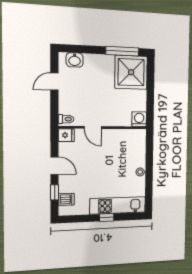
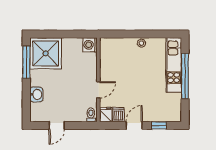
washbasin: (75, 60) -> (36, 94), moved
door: (54, 82) -> (57, 125), hinge flipped
dishwasher: (66, 199) -> (118, 115), moved
window: (107, 217) -> (185, 76), width x3.17

